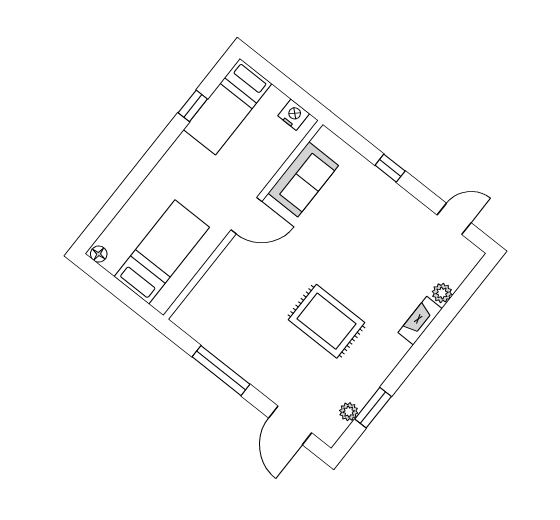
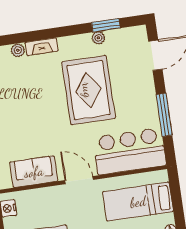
bar counter: (221, 297) -> (130, 151), added
rug: (327, 321) -> (88, 90), width x1.37, depth x1.44
plant: (349, 412) -> (98, 38), moved

